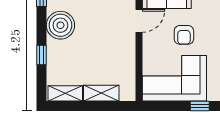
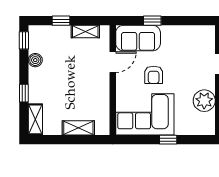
boiler: (60, 25) -> (35, 60), width x0.54, depth x0.54
shelving: (65, 93) -> (35, 119), moved, turned 90

